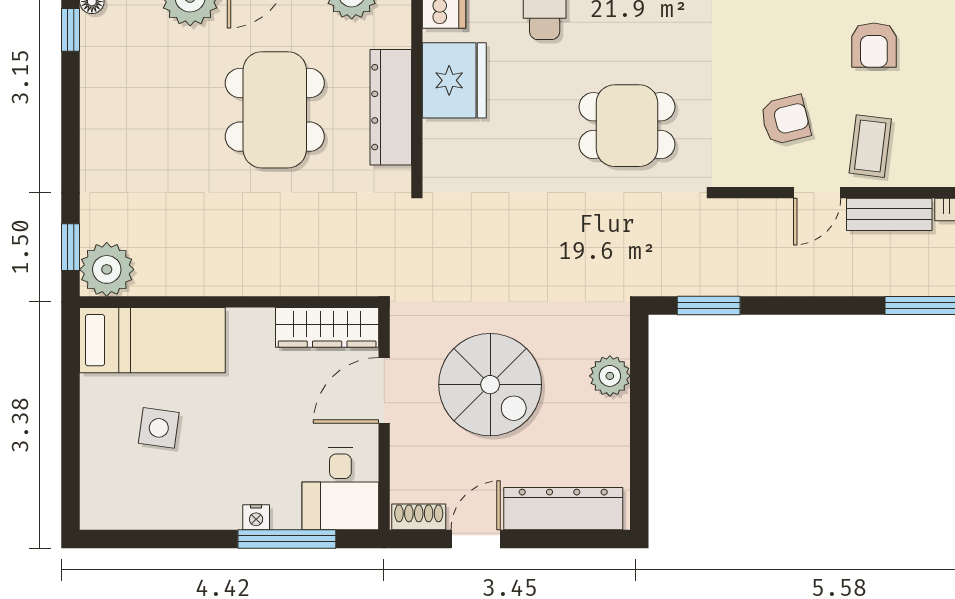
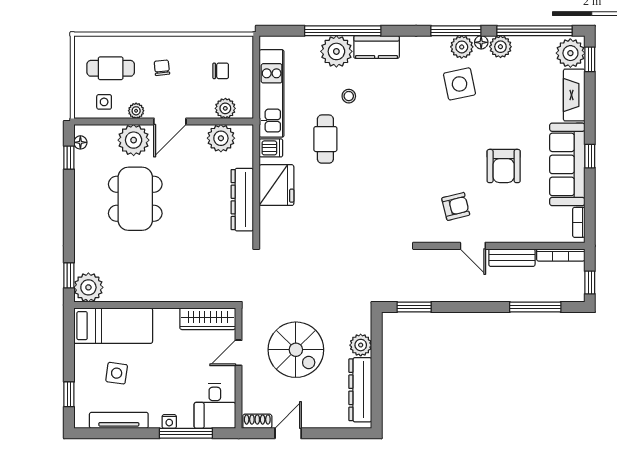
armchair: (874, 45) -> (504, 166), width x1.38, depth x1.38
dining table: (275, 110) -> (135, 199), moved
dining table: (627, 126) -> (370, 210), removed
coffee table: (870, 146) -> (502, 221), removed
door: (817, 193) -> (473, 246), hinge flipped
door: (384, 390) -> (239, 353), width x0.73
window: (71, 467) -> (69, 394), added
dresser: (563, 509) -> (360, 390), moved, turned -90
tv unit: (163, 515) -> (119, 420), added

